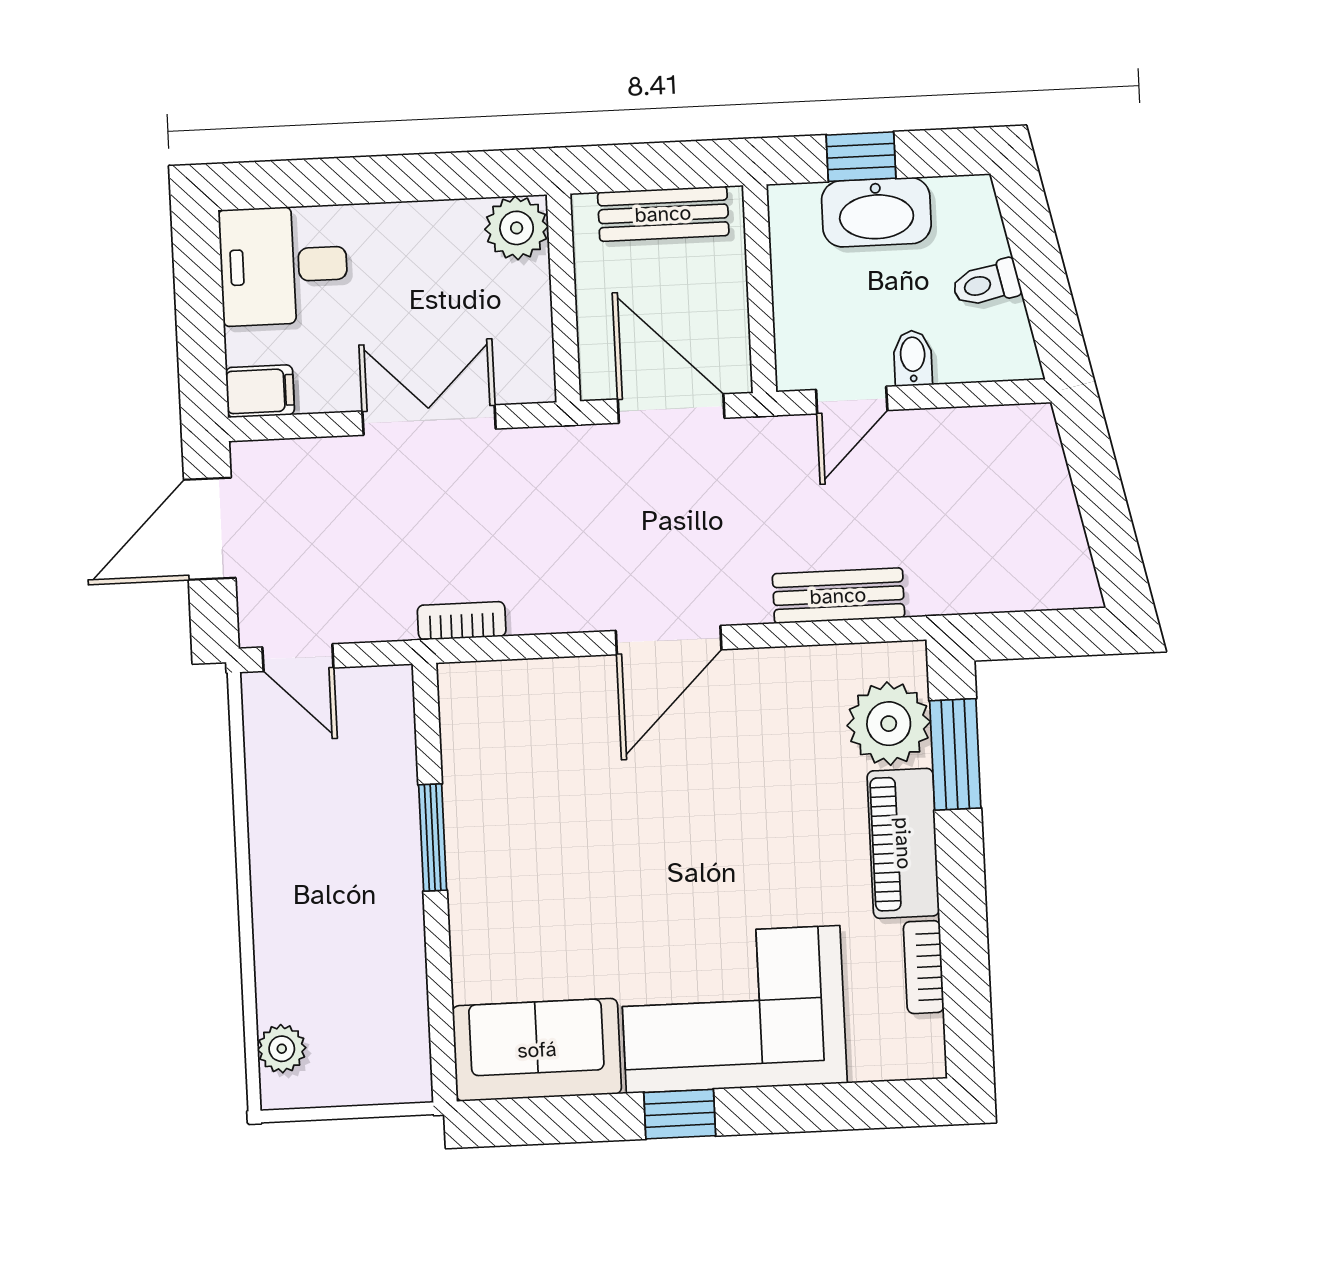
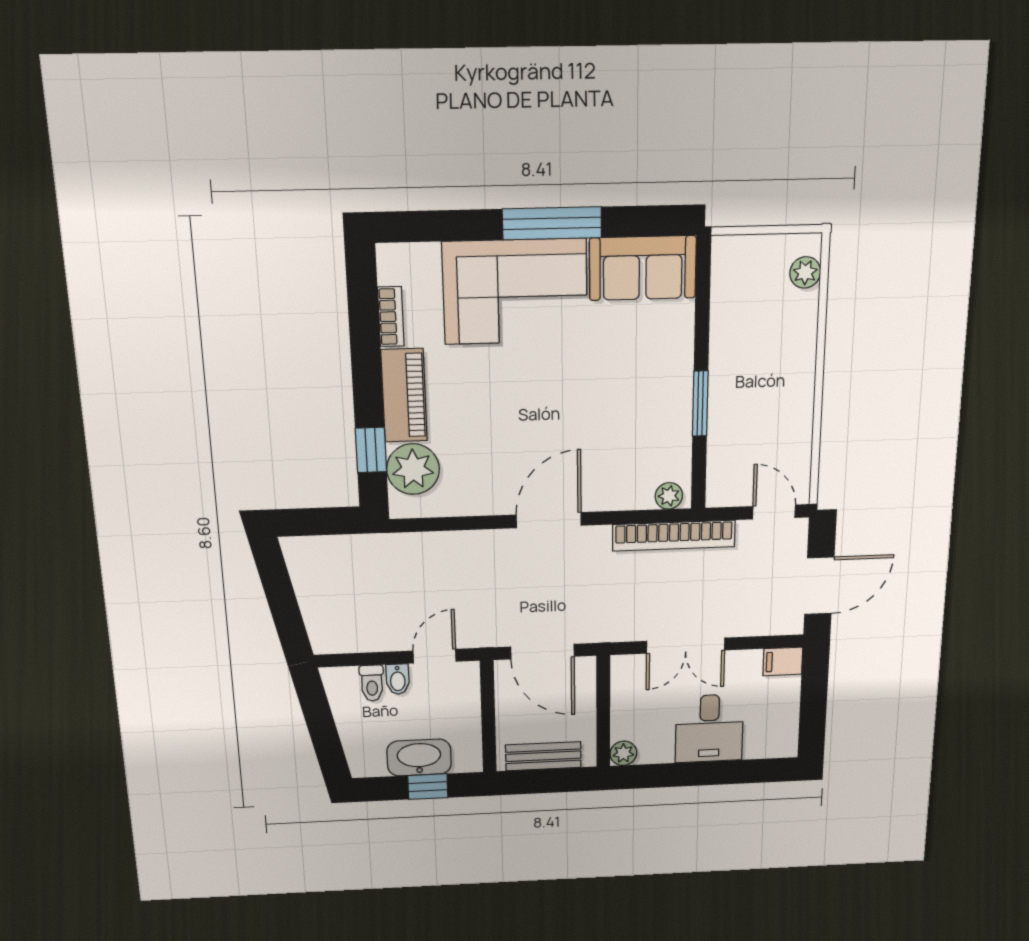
plant: (517, 228) -> (623, 753), width x0.73, depth x0.73
desk: (284, 265) -> (709, 728), moved, turned 90
toilet: (986, 284) -> (372, 683), moved, turned 102
bench: (838, 596) -> (444, 545), removed
bookcase: (462, 621) -> (674, 536), width x2.31, depth x1.31
plant: (474, 683) -> (669, 496), added
window: (955, 754) -> (371, 450), width x0.67
window: (680, 1114) -> (552, 223), width x2.17

